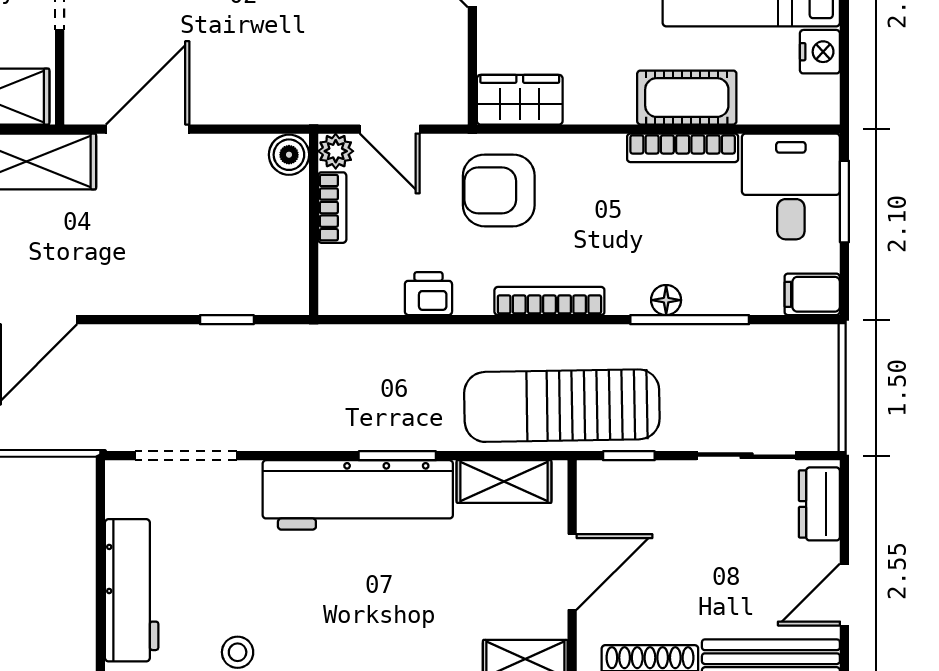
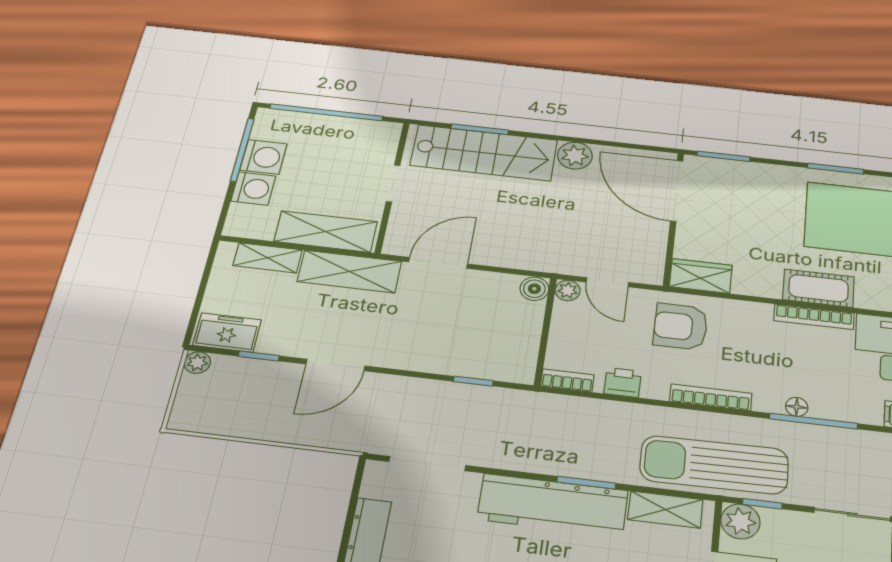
bookcase: (332, 208) -> (567, 381), moved, turned -90
plant: (602, 486) -> (740, 521), added

